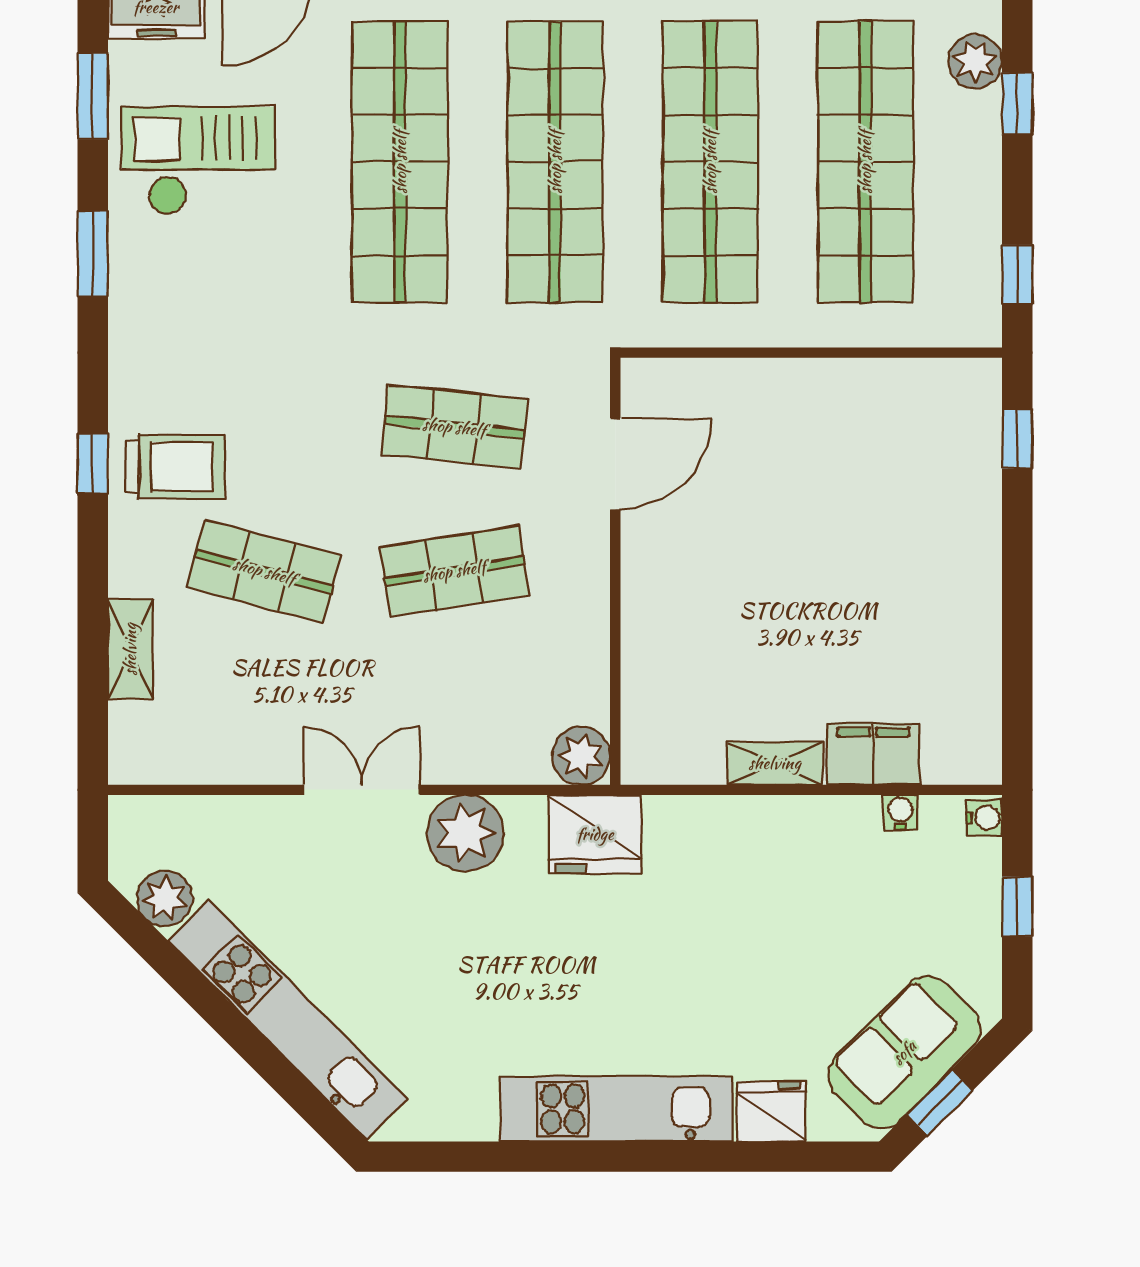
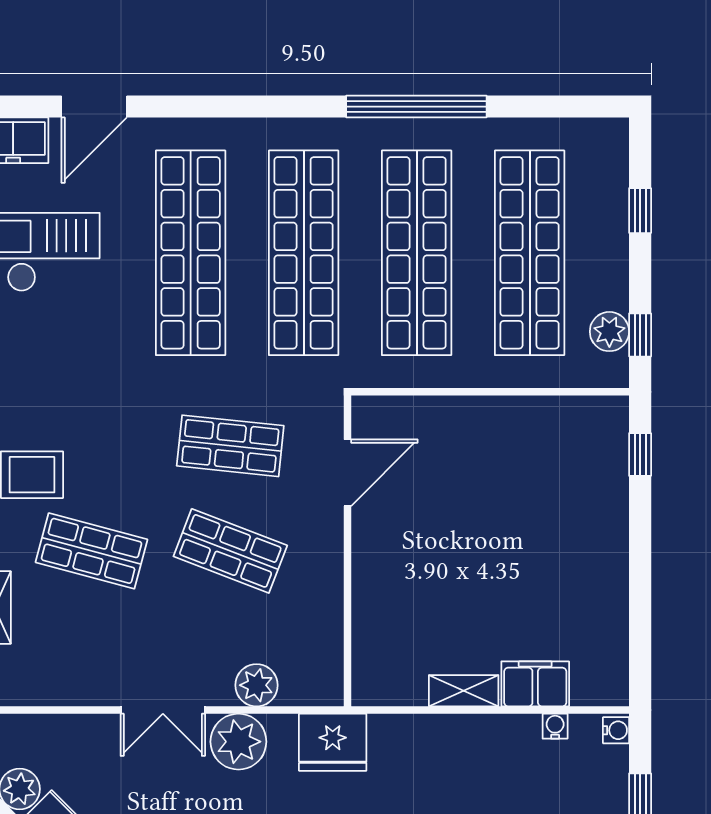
plant: (975, 61) -> (609, 332), moved
shop shelf: (454, 571) -> (230, 551), turned 30
plant: (581, 756) -> (257, 685), moved
double door: (362, 790) -> (163, 710), swing flipped

